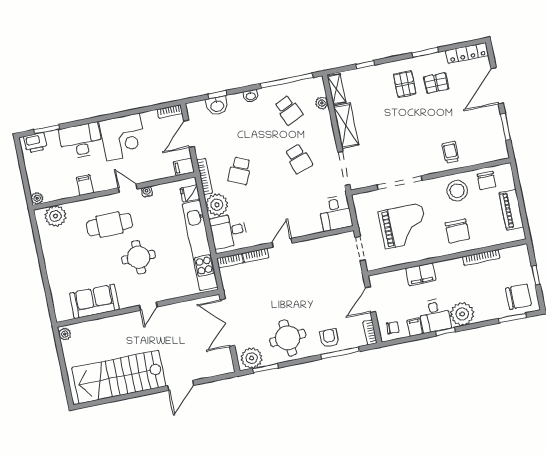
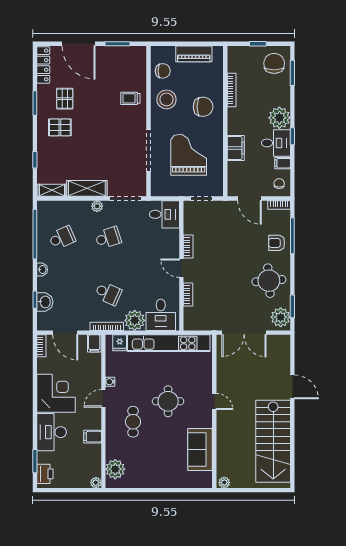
plant: (322, 103) -> (97, 206), moved
cafe table: (109, 225) -> (133, 422), width x0.73, depth x0.74
bookcase: (230, 261) -> (188, 247), moved

